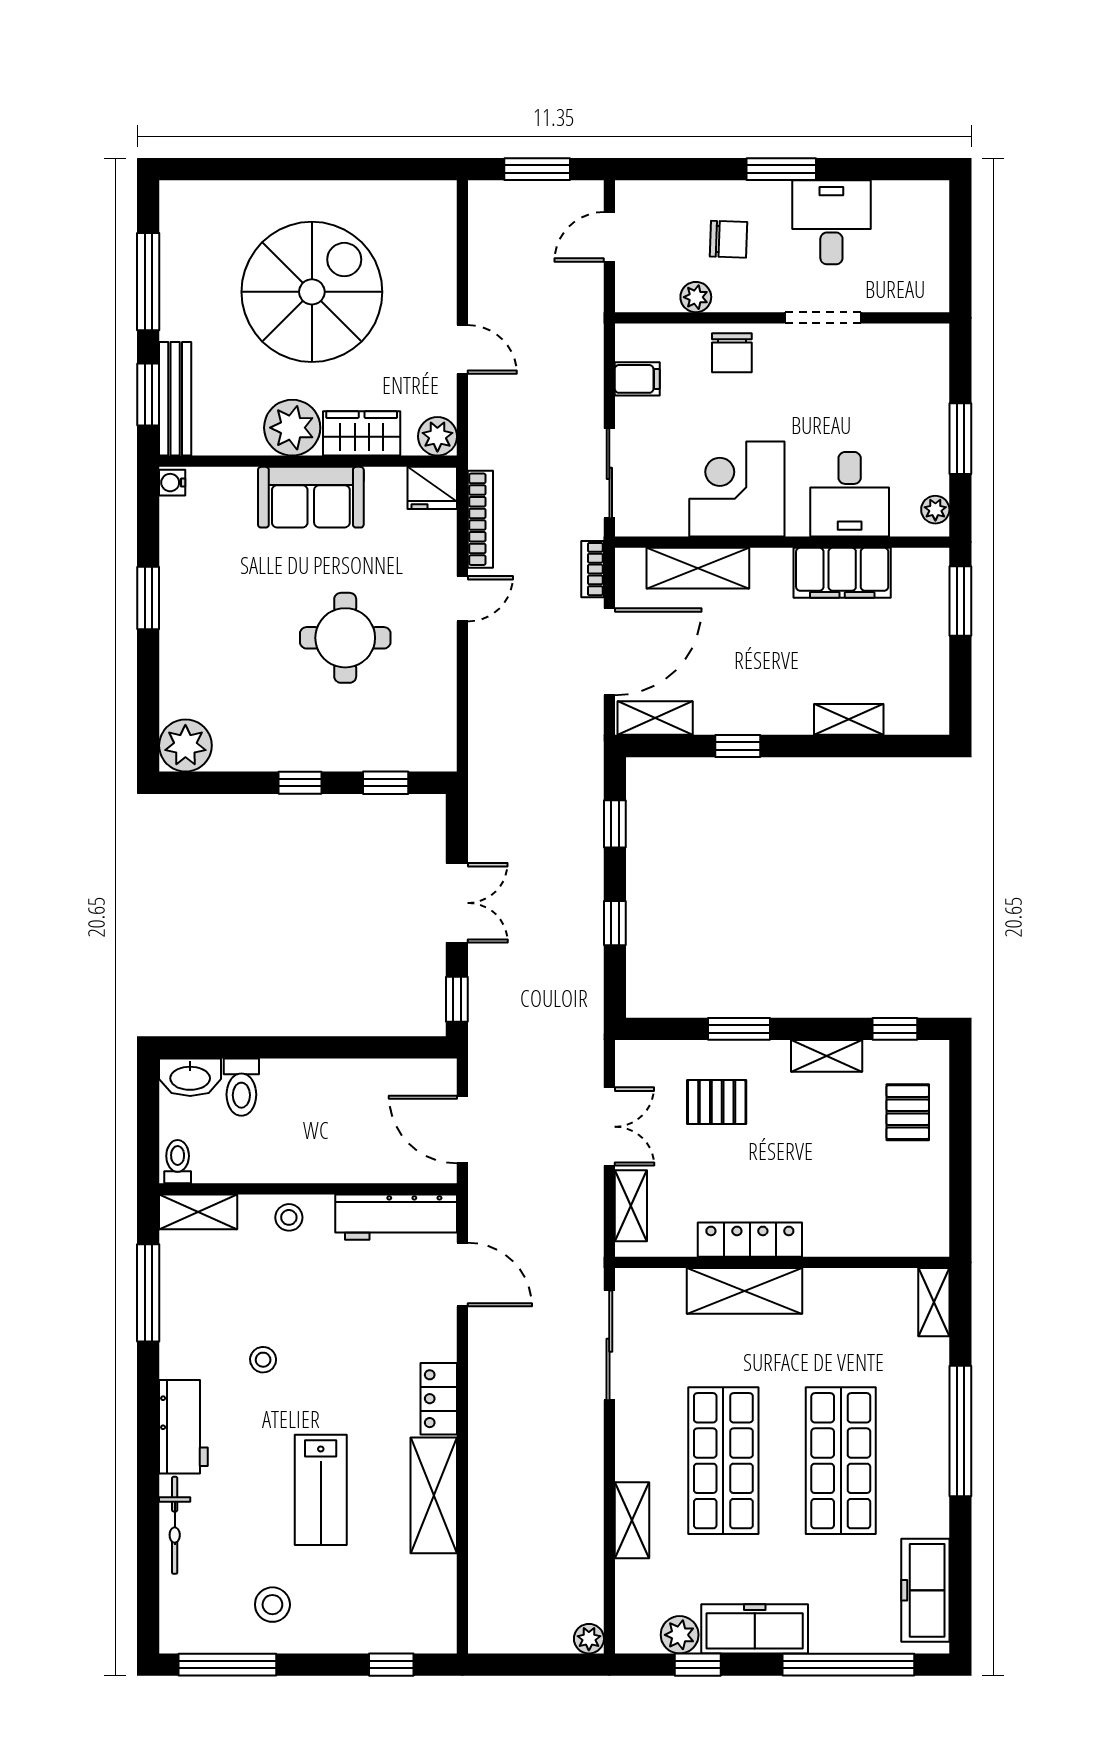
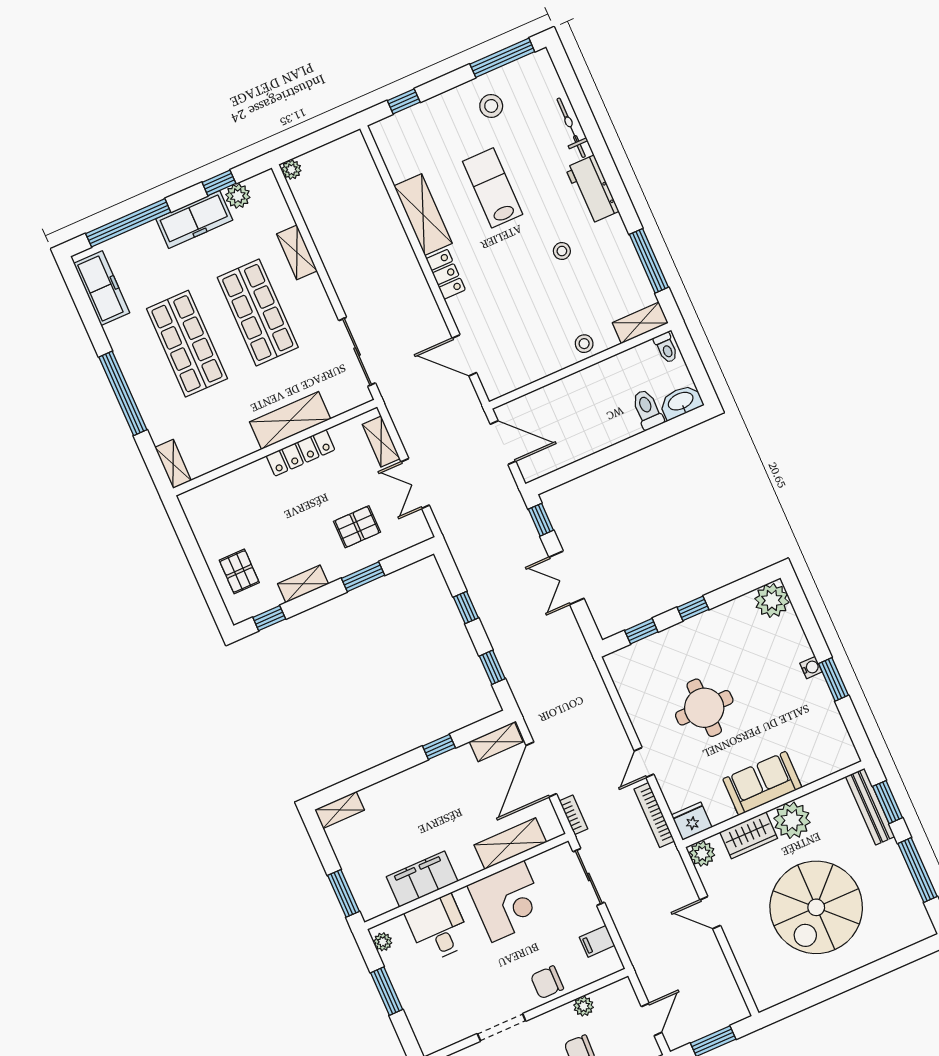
chair: (732, 353) -> (547, 982), turned -90
water cooler: (172, 483) -> (811, 668), moved
shelving: (849, 719) -> (340, 810), moved
workbench: (396, 1217) -> (520, 372), removed

